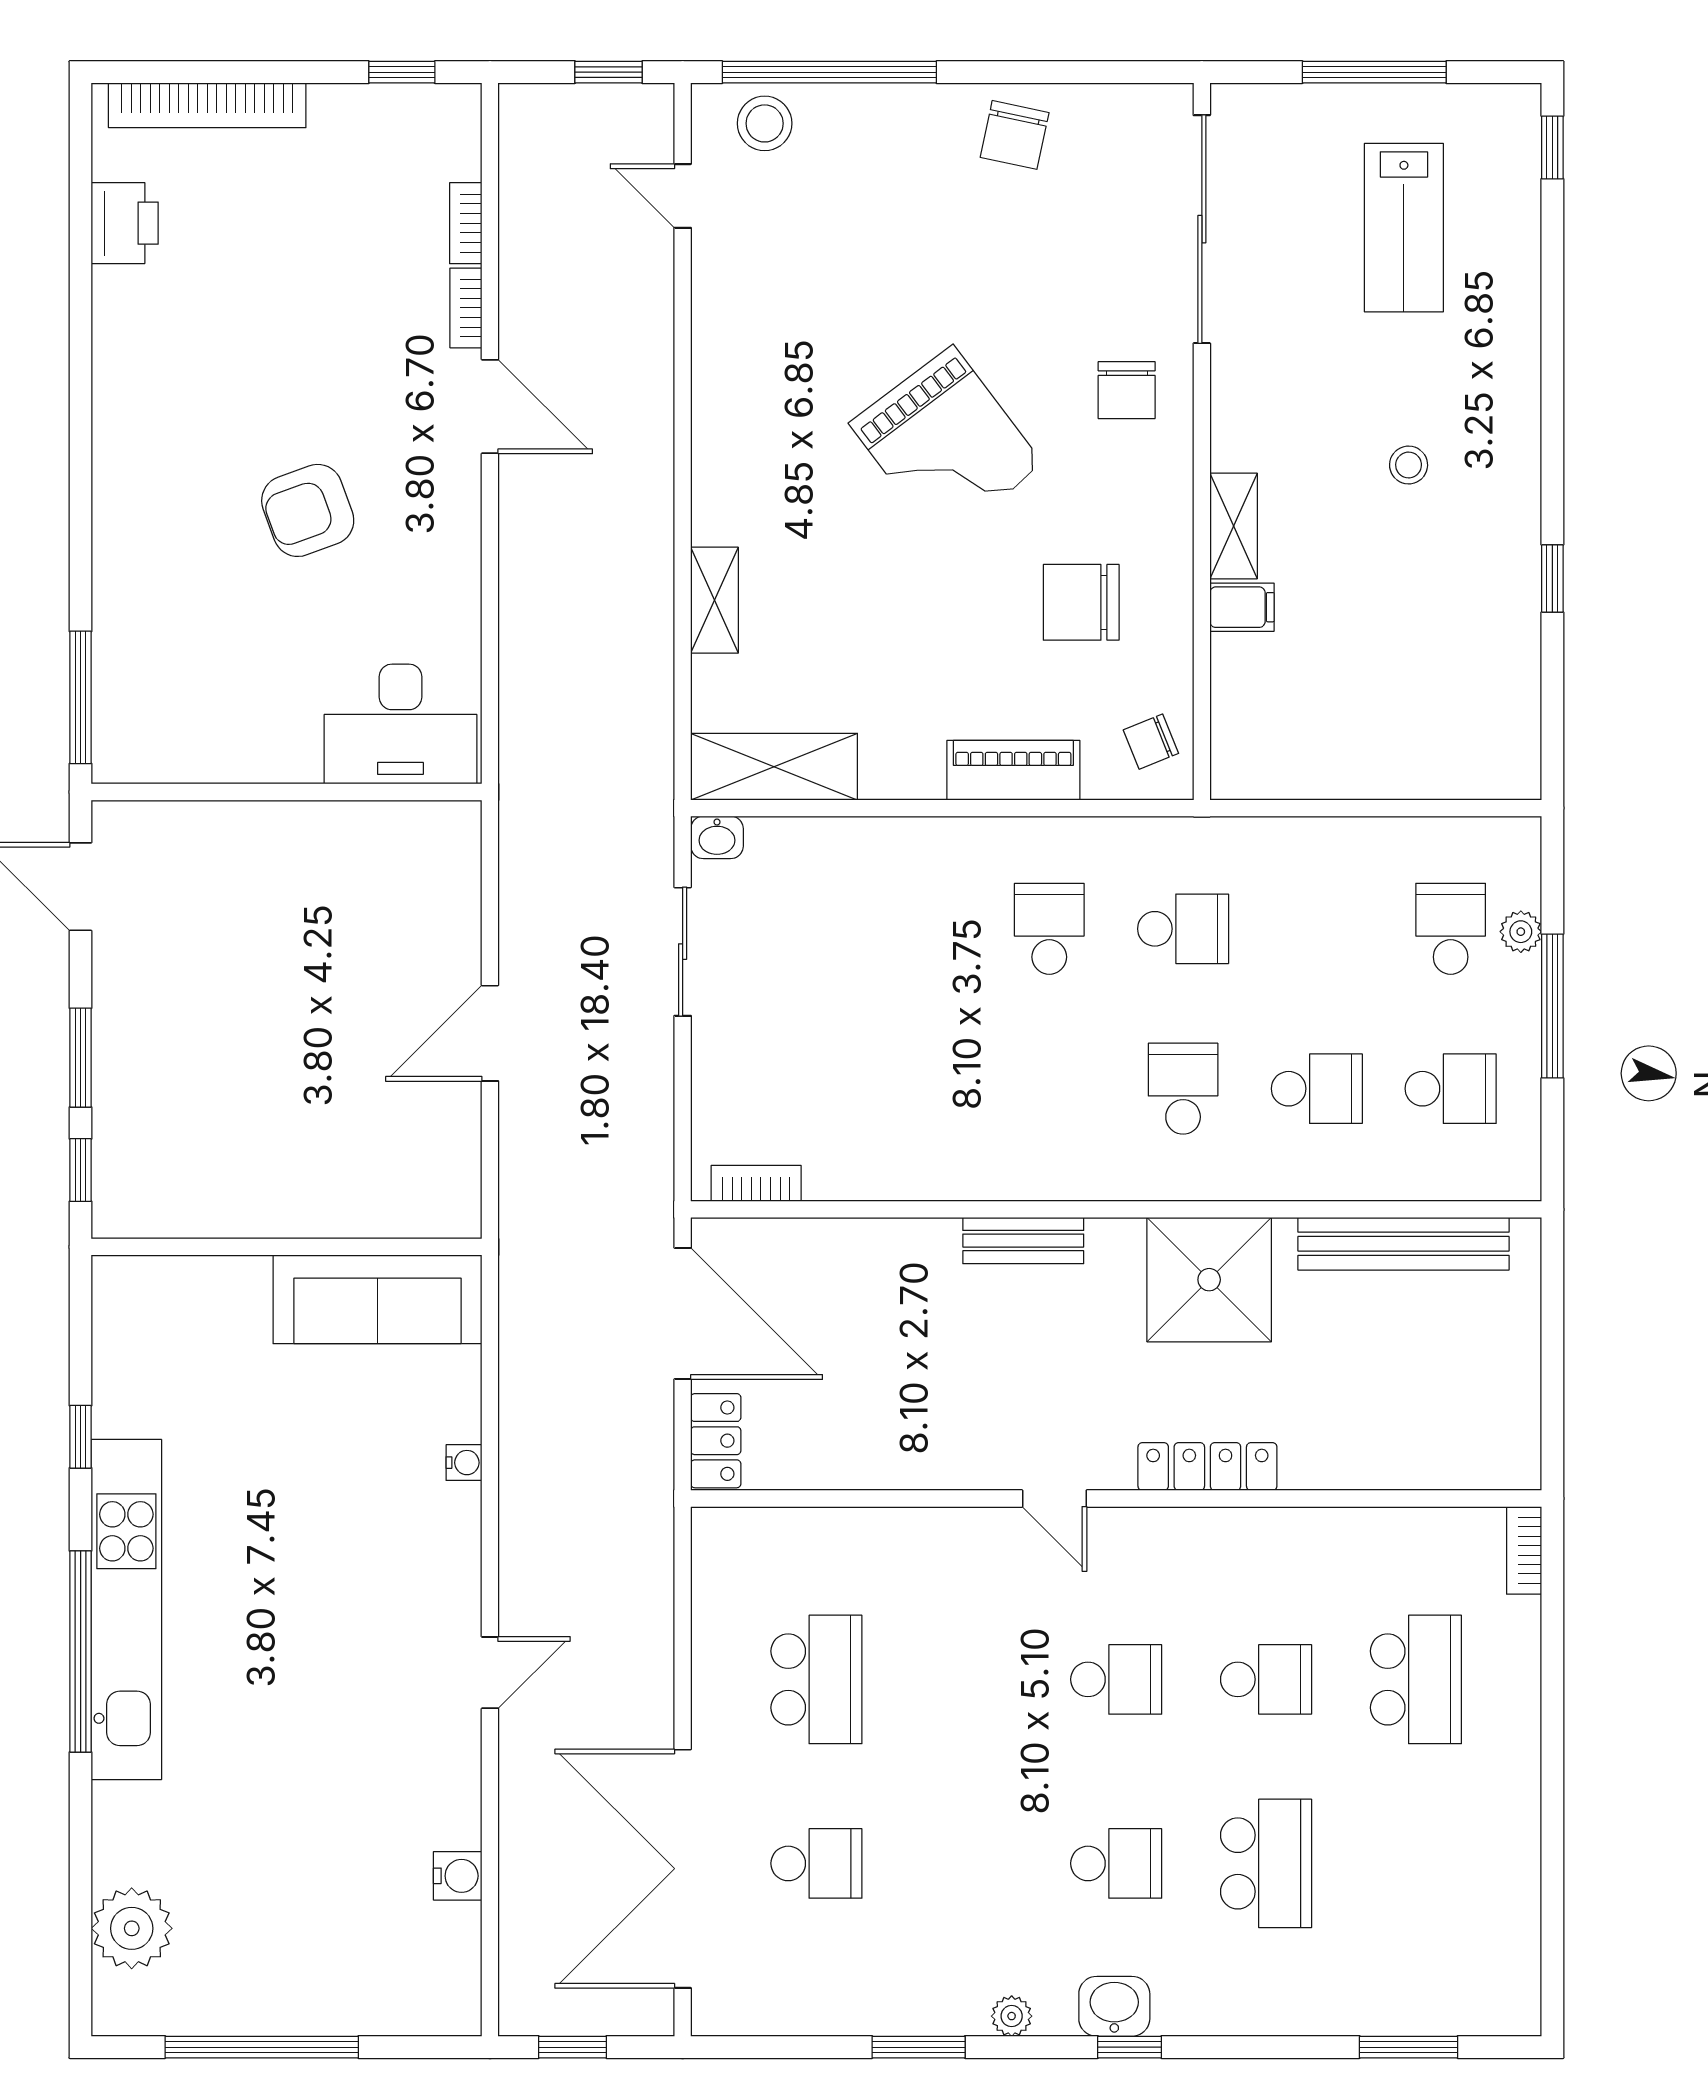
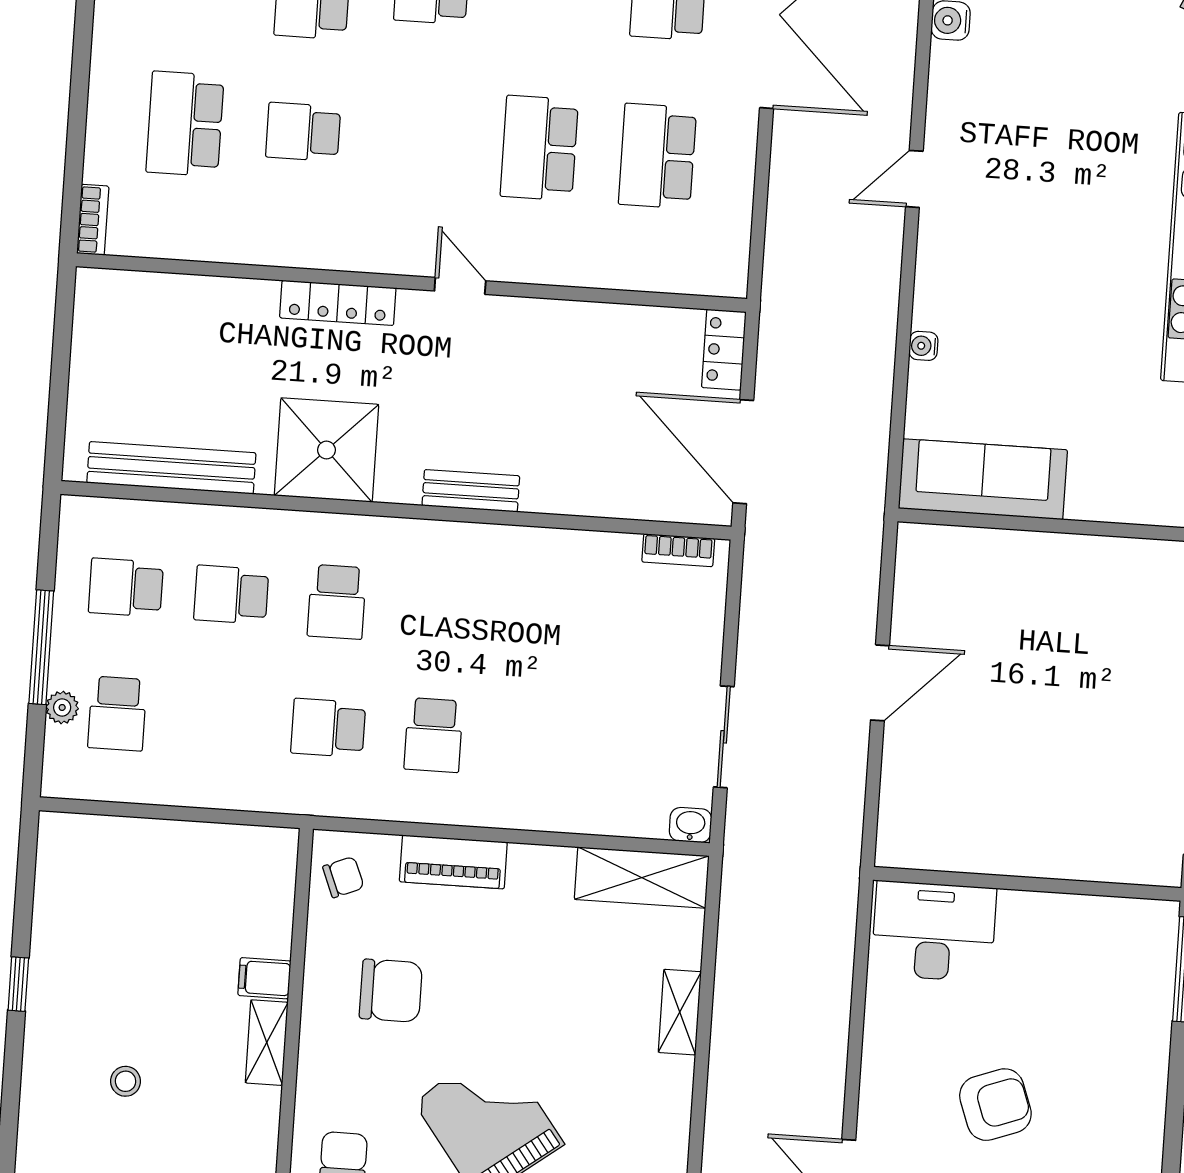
school desk: (1116, 1679) -> (539, 148), moved, width x1.85

